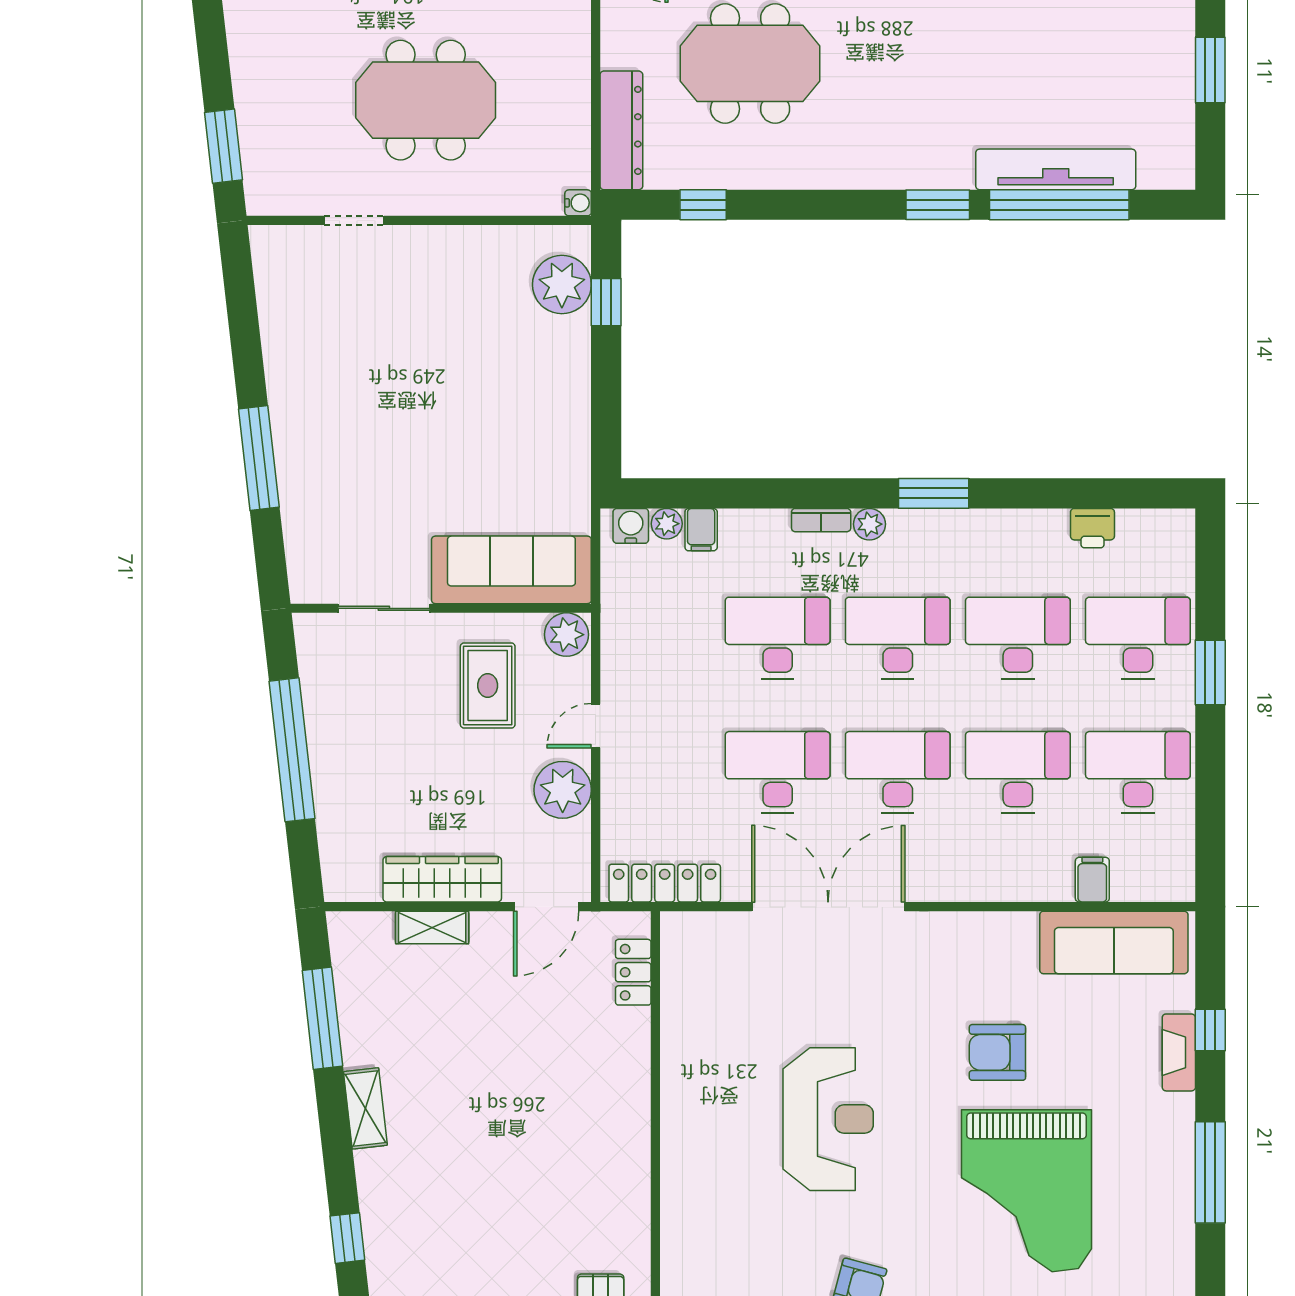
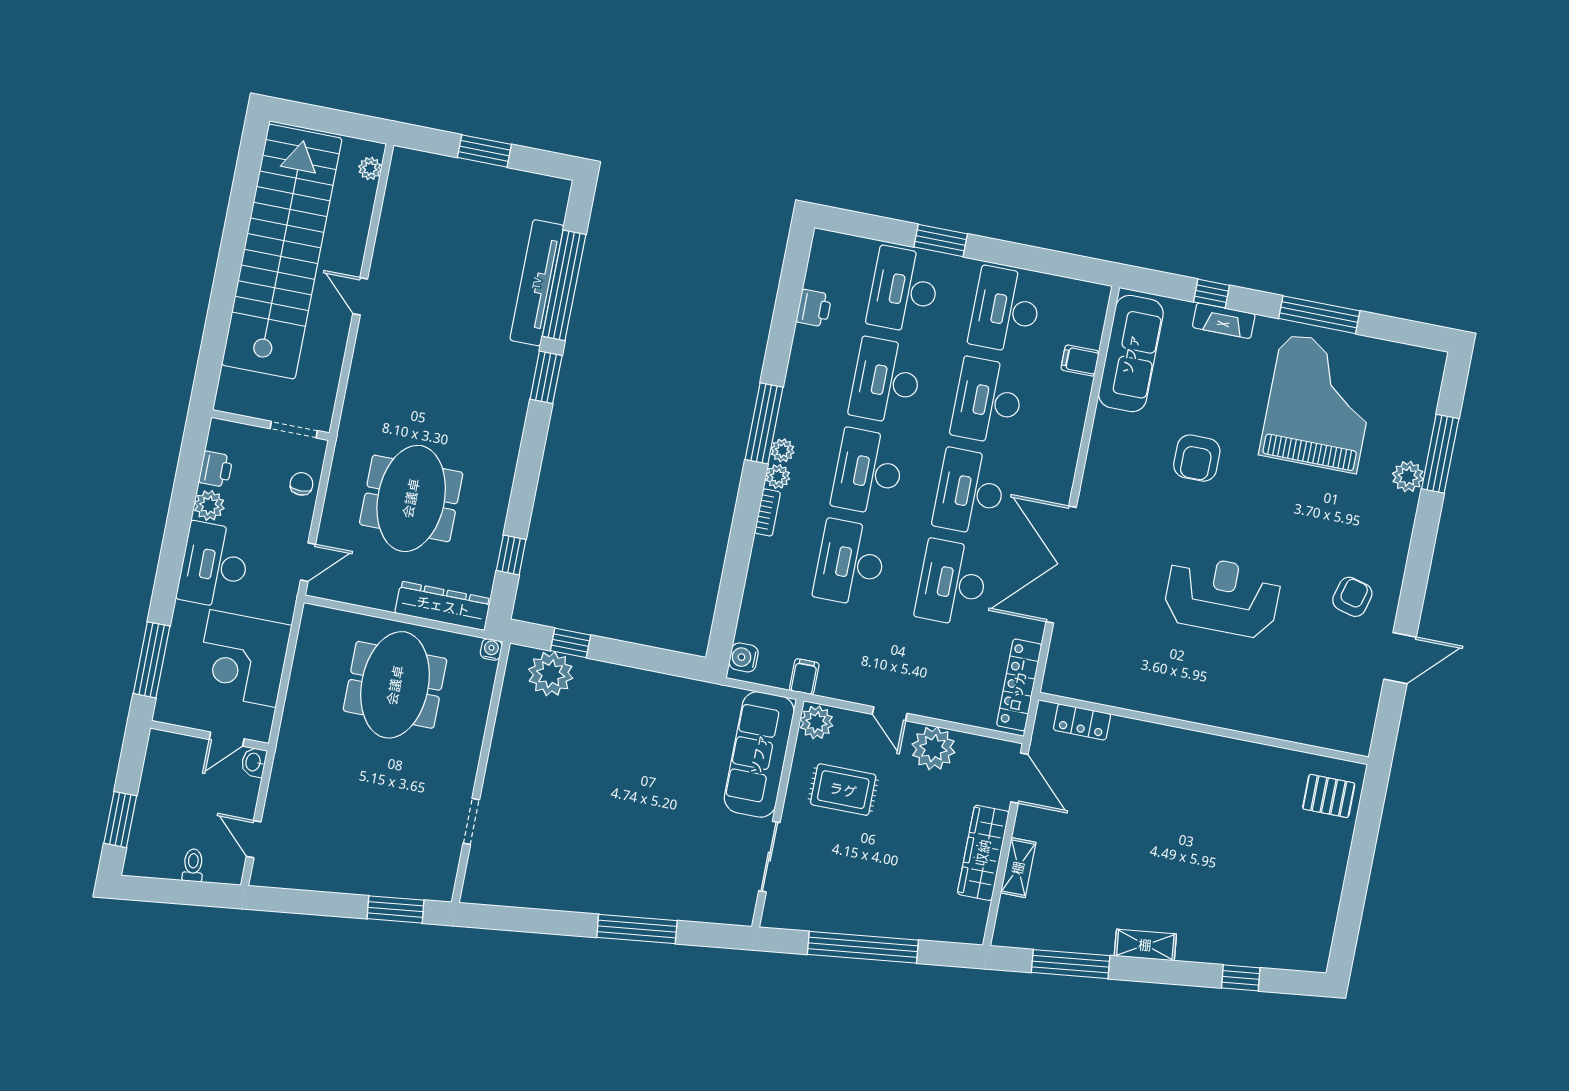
meeting table: (426, 100) -> (395, 685), moved
window: (934, 493) -> (764, 423), width x1.44
plant: (667, 524) -> (783, 450), moved
filing cabinet: (701, 530) -> (804, 677), moved, turned -90
grand piano: (1027, 1191) -> (1319, 403), moved, turned -90

